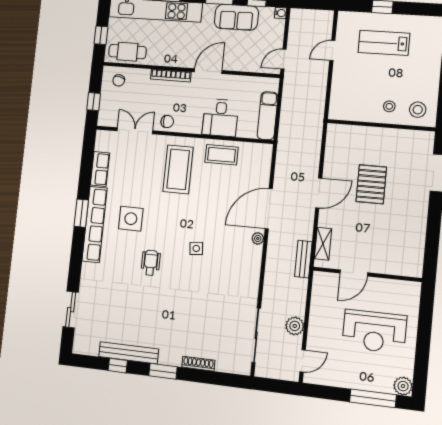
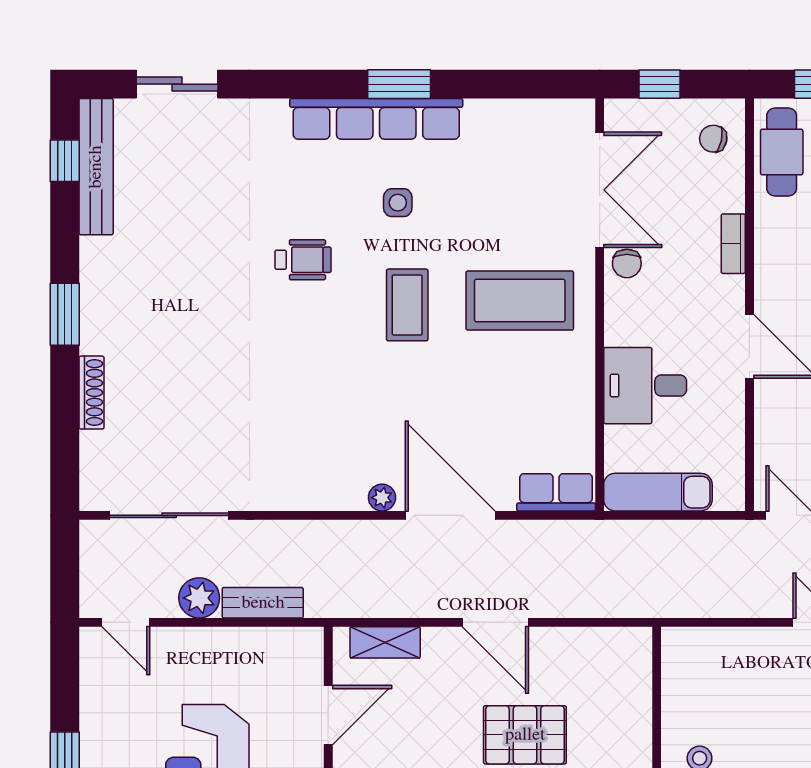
bookcase: (171, 76) -> (733, 244), width x0.64
double door: (135, 131) -> (600, 190), width x1.37
coffee table: (221, 155) -> (407, 305), moved
row of seats: (100, 169) -> (556, 492), moved, turned 180
side table: (131, 219) -> (398, 203), width x0.54, depth x0.54
side table: (196, 248) -> (346, 361), removed
bench: (303, 259) -> (263, 603), moved
door: (354, 273) -> (328, 715), swing flipped
bench: (129, 353) -> (96, 167), moved
window: (118, 366) -> (65, 161), moved

